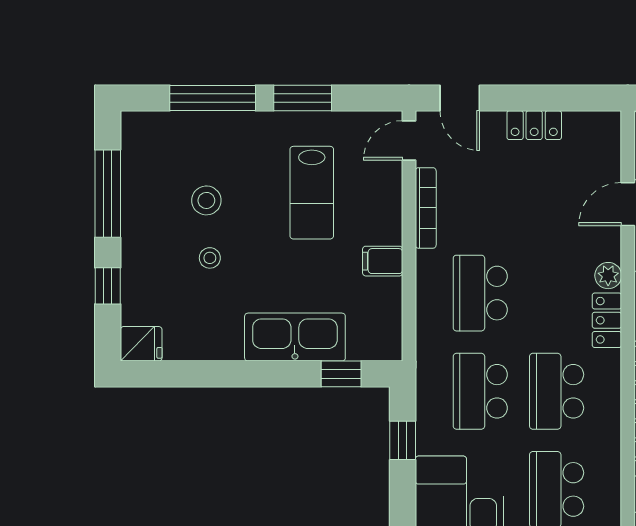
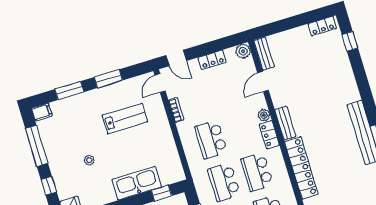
window: (213, 98) -> (69, 91), width x0.69
plant: (605, 127) -> (243, 51), added
lab bench: (312, 193) -> (125, 118), turned -90
stool: (206, 200) -> (80, 136), removed
bookcase: (426, 208) -> (176, 110), width x0.64
filing cabinet: (383, 261) -> (42, 112), moved, turned 180

